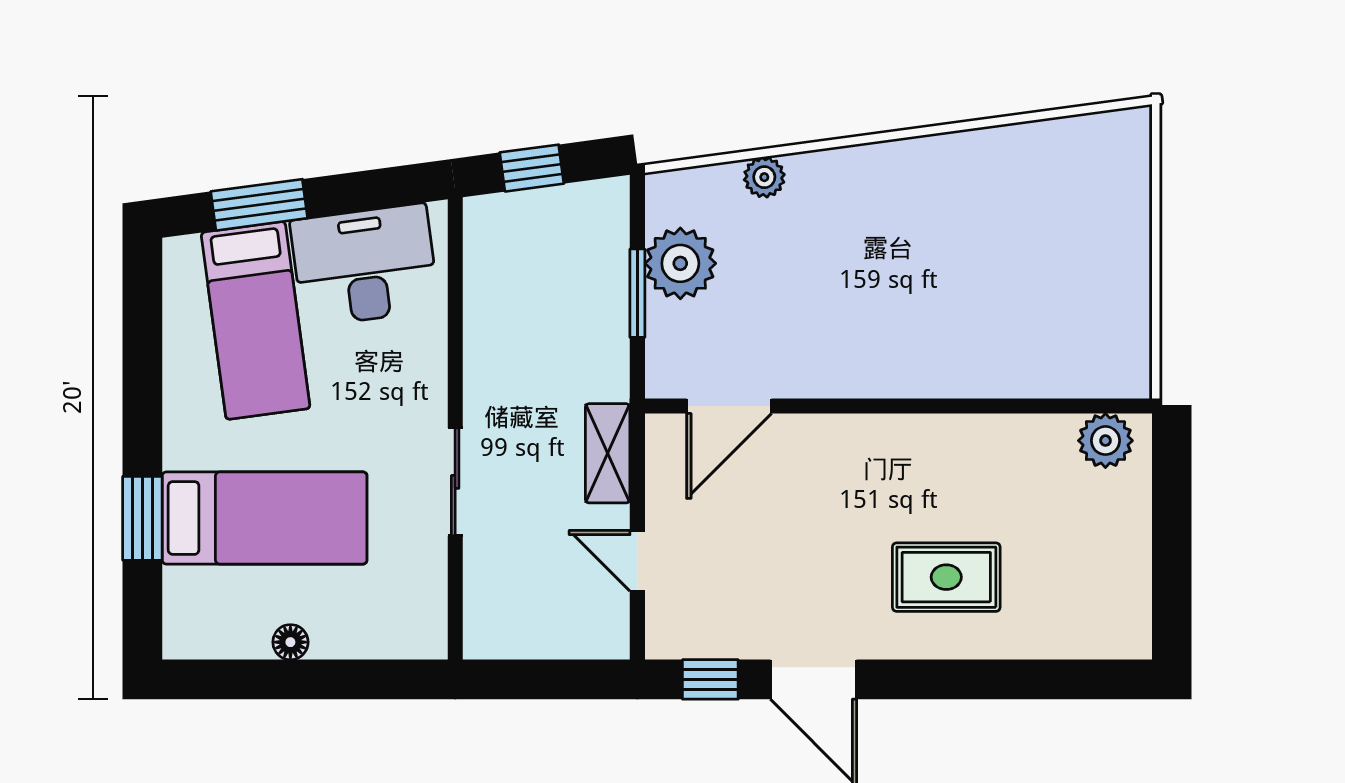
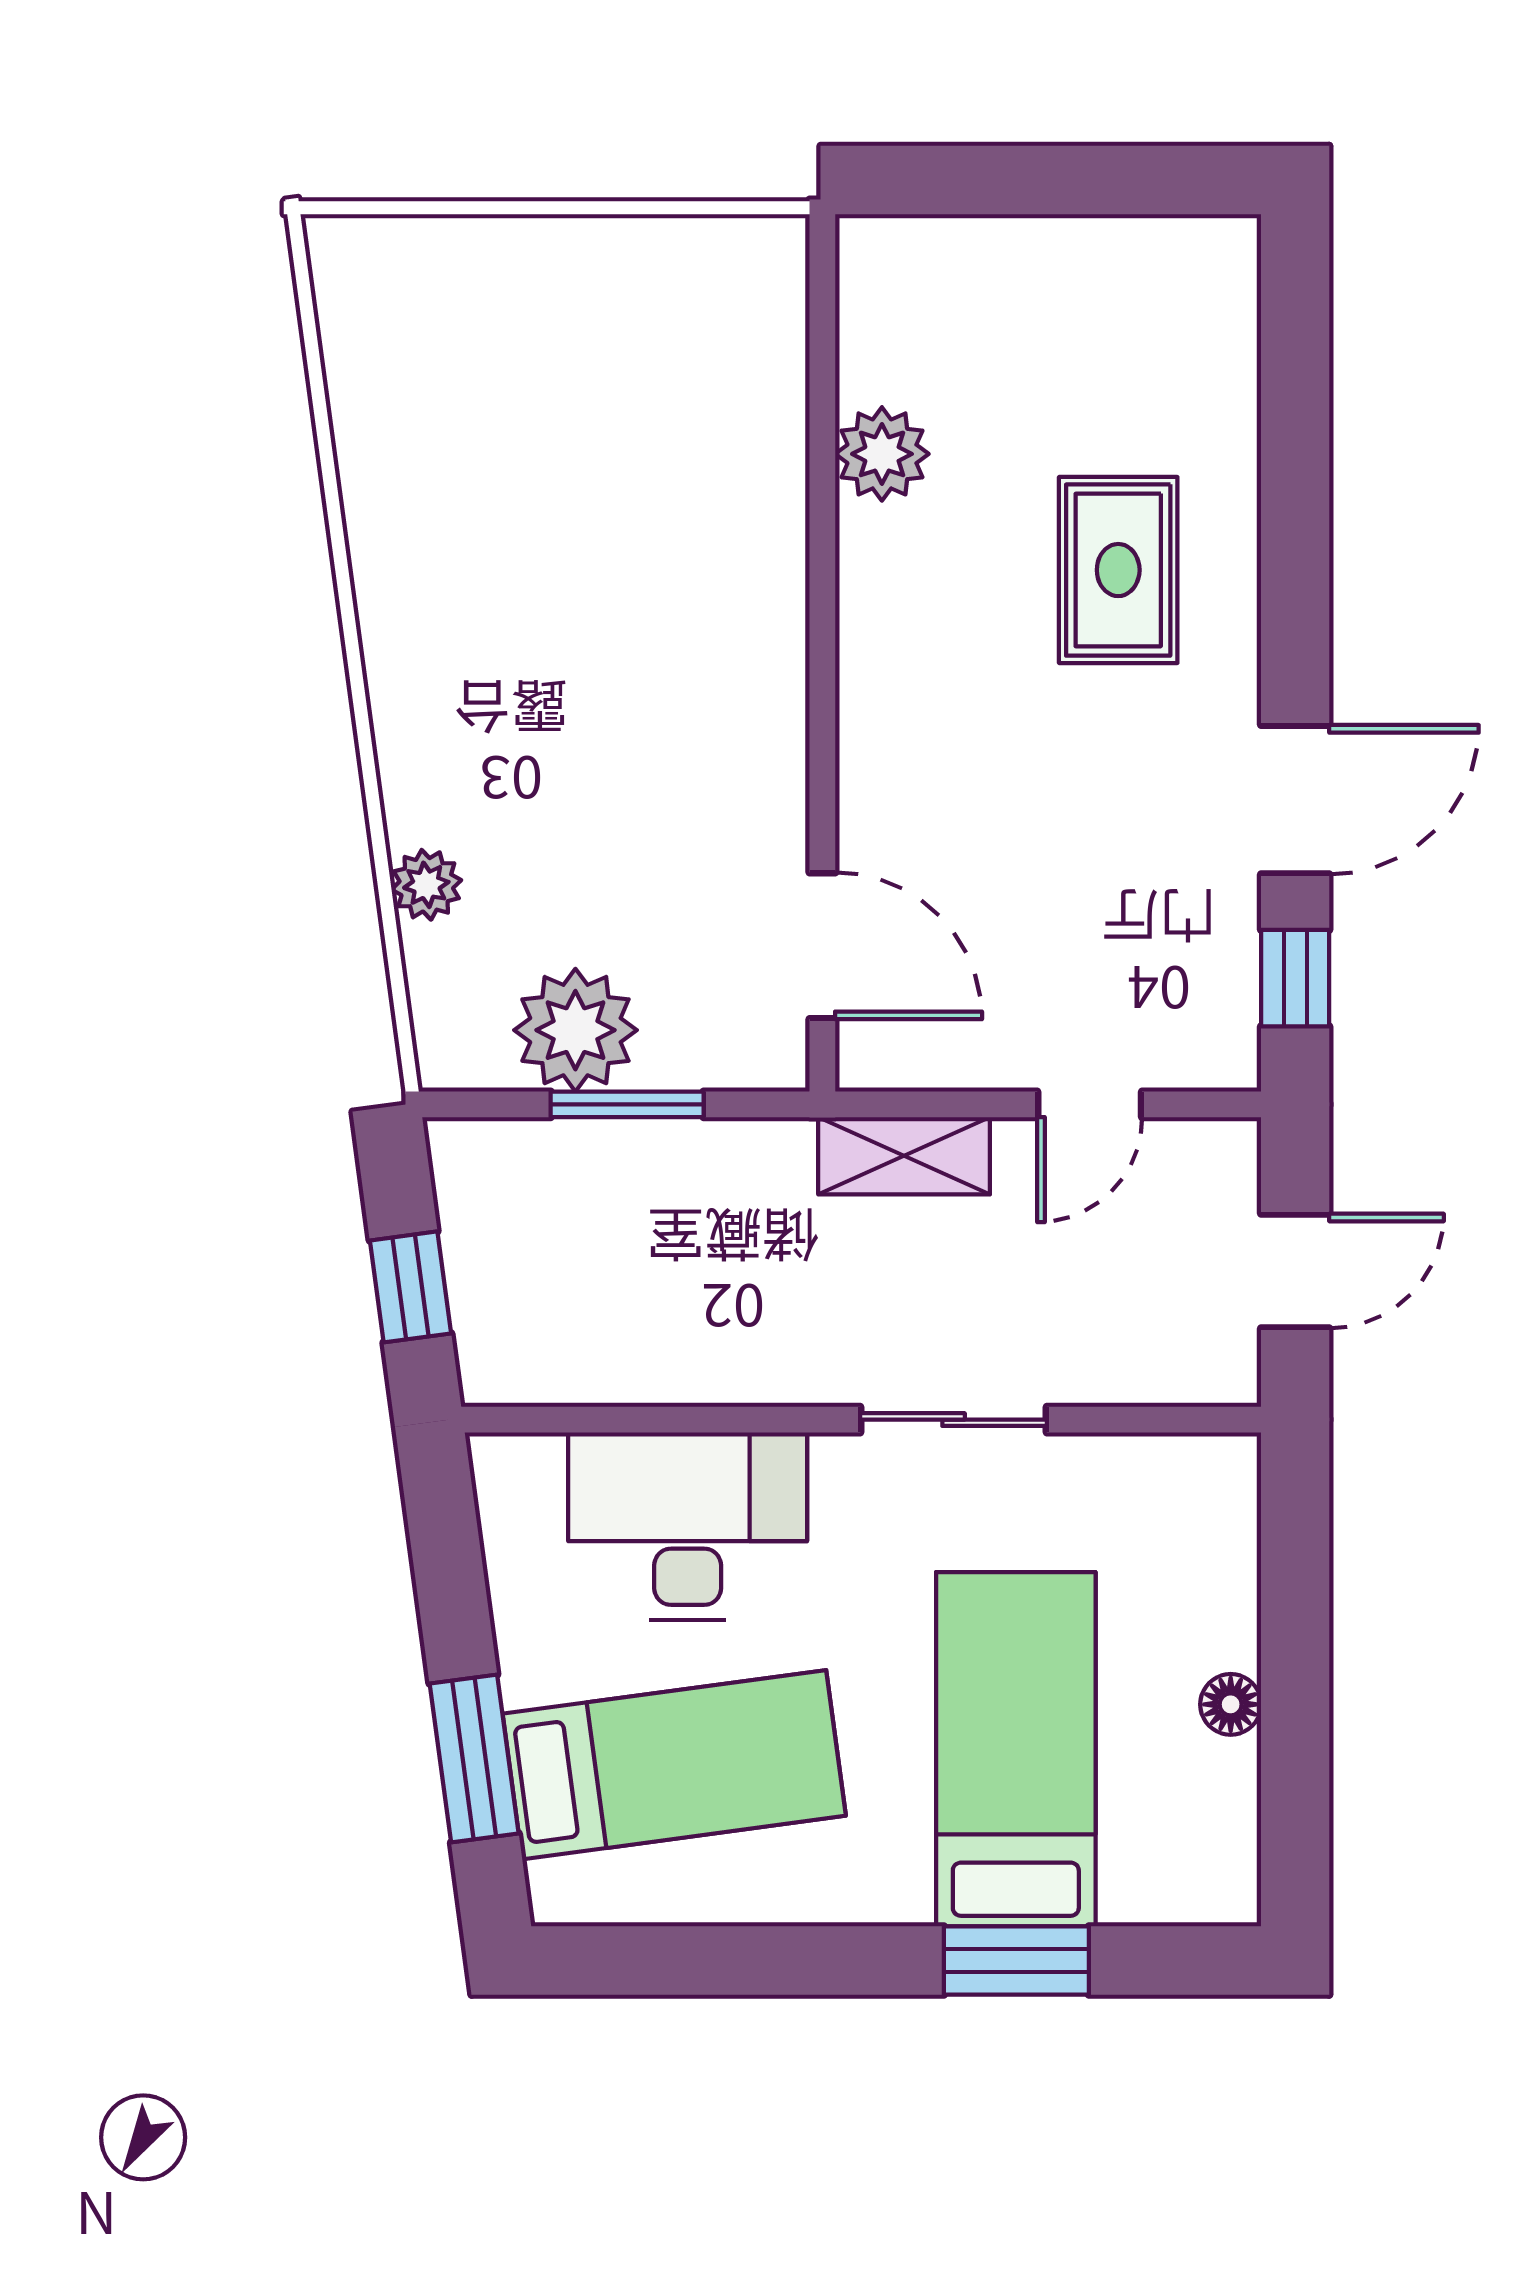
desk: (365, 265) -> (688, 1526), moved, turned 98
plant: (1105, 441) -> (882, 454), moved
door: (541, 679) -> (1295, 1271), added

